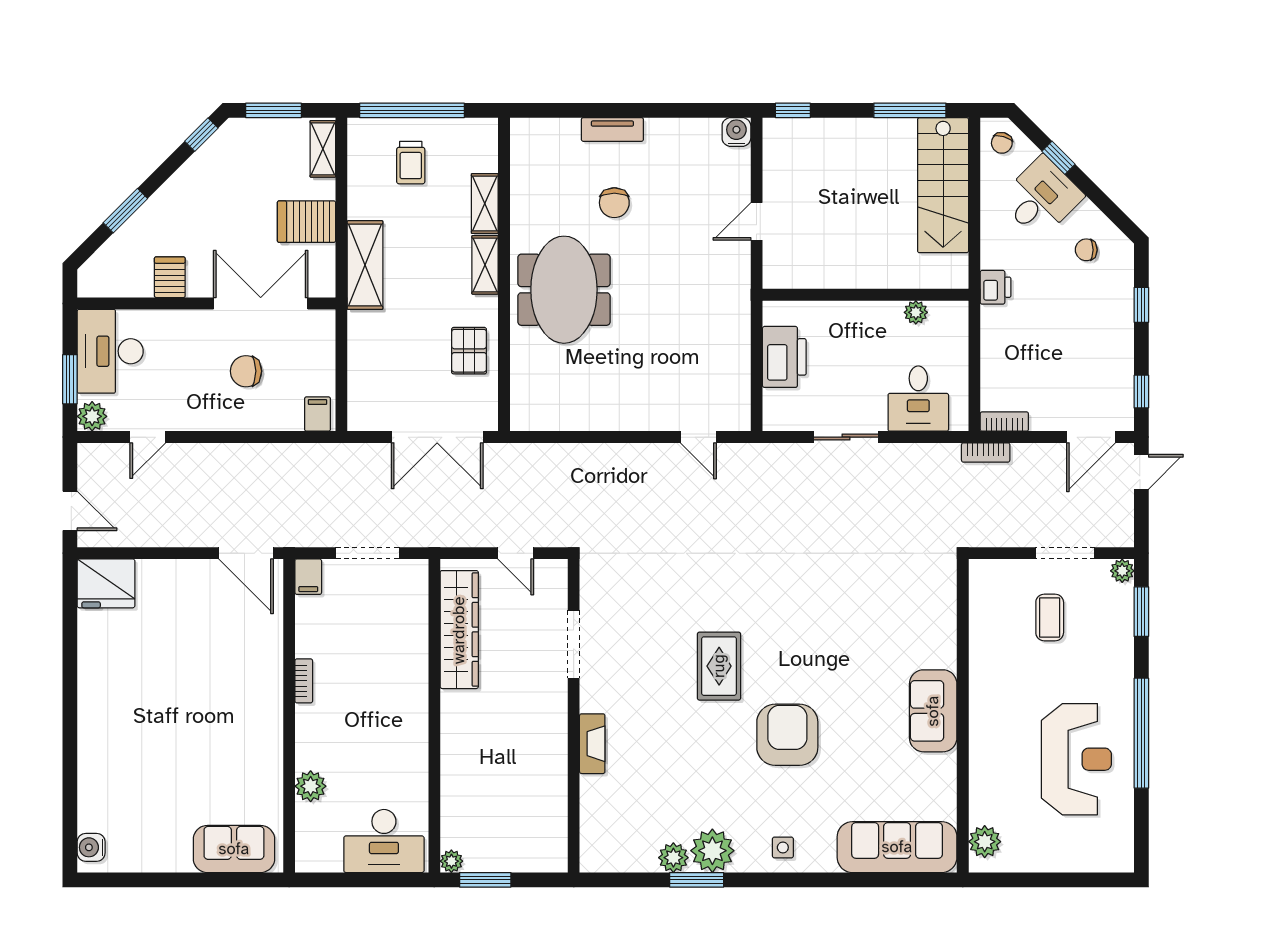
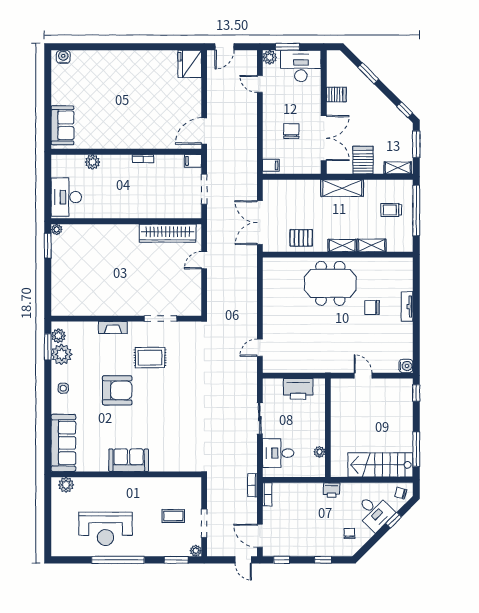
doorway: (574, 644) -> (161, 319), moved
wall: (574, 716) -> (126, 319), moved
fireplace: (592, 744) -> (113, 327), moved

